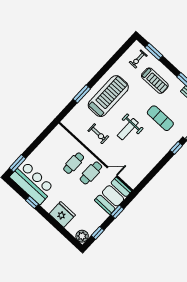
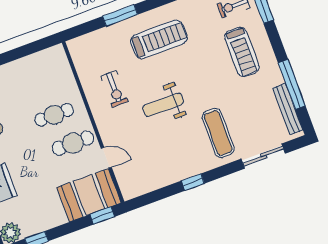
treadmill: (108, 96) -> (159, 39), width x0.73, depth x0.73
exercise mat: (160, 118) -> (218, 133), moved
window: (176, 148) -> (193, 182), moved
window: (117, 212) -> (102, 216), moved

